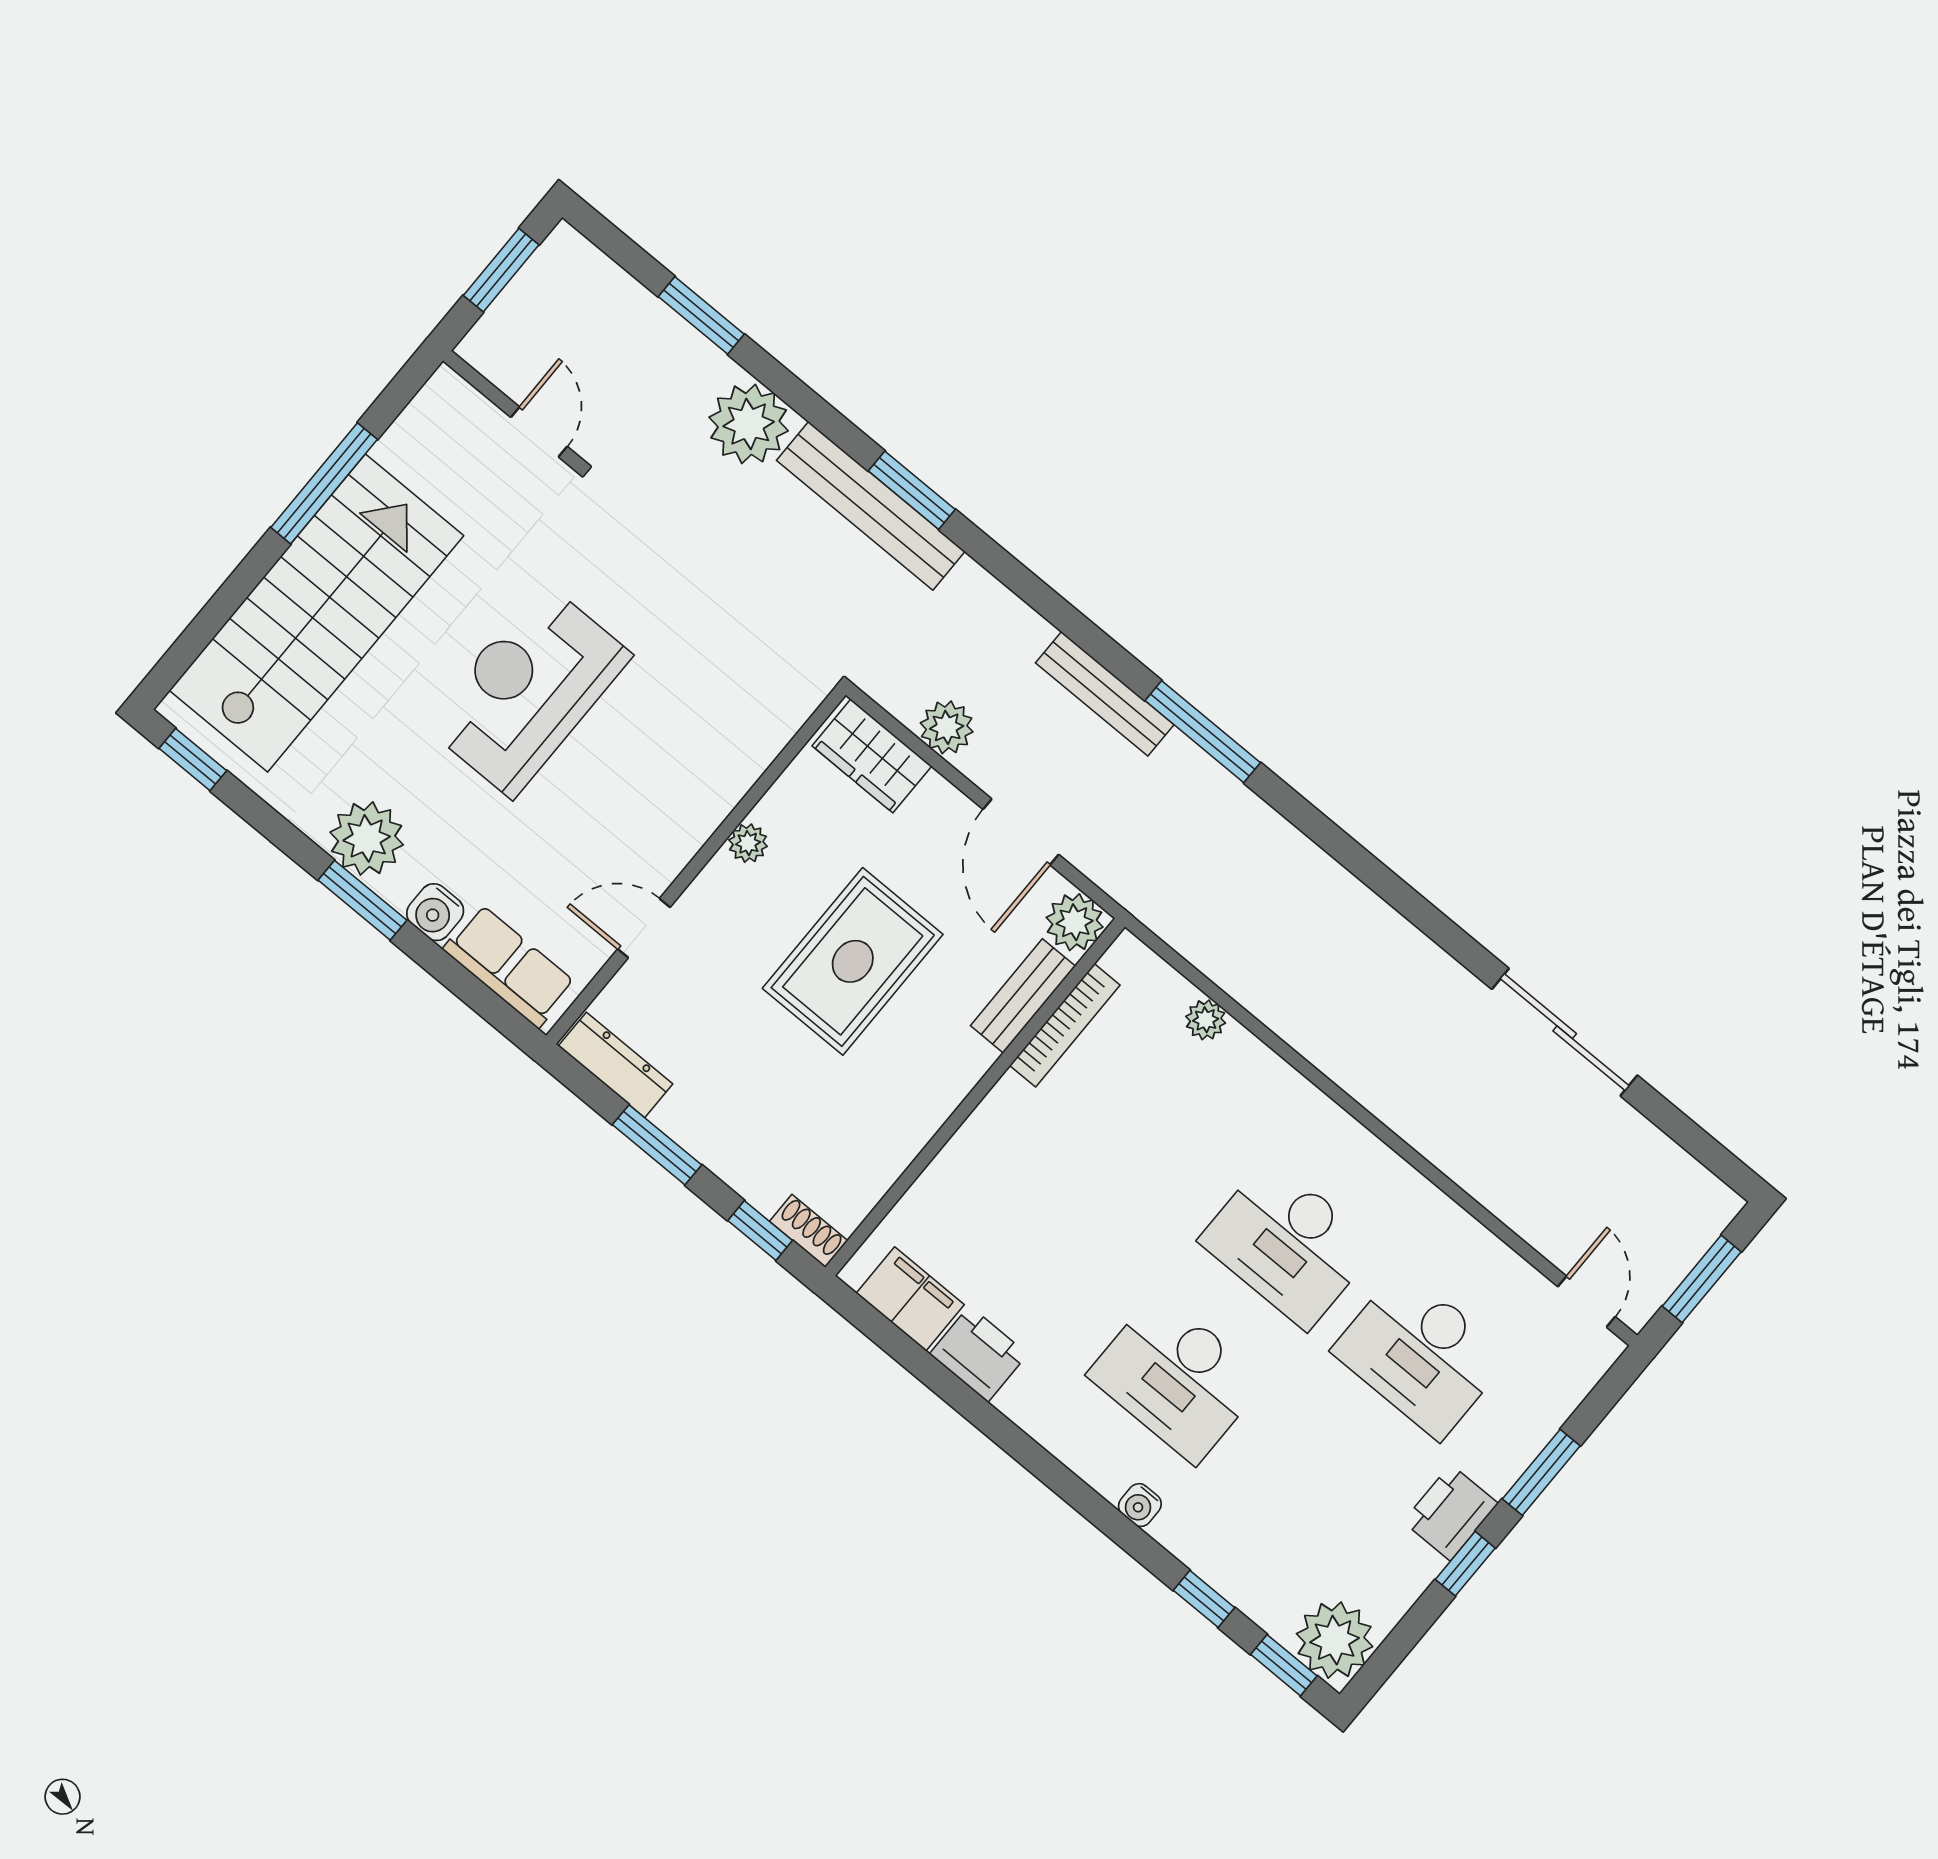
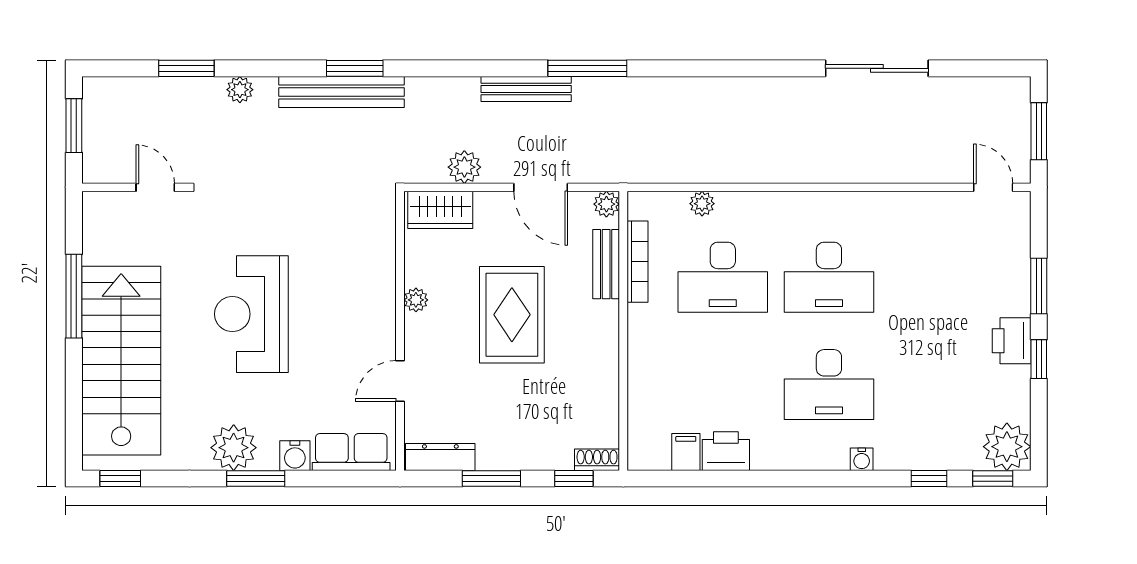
plant: (749, 424) -> (240, 90), width x0.53, depth x0.53
plant: (1075, 922) -> (606, 204), width x0.73, depth x0.73
filing cabinet: (910, 1299) -> (686, 452), width x0.50
desk: (1421, 1354) -> (723, 277), moved

